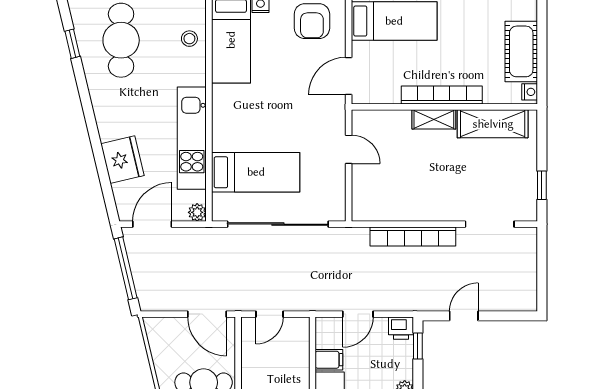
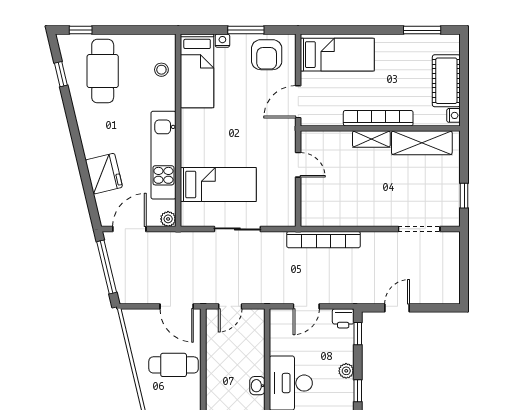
sliding door: (278, 224) -> (237, 229), width x0.54
bookcase: (413, 236) -> (323, 240), moved
filing cabinet: (329, 360) -> (281, 345), removed

